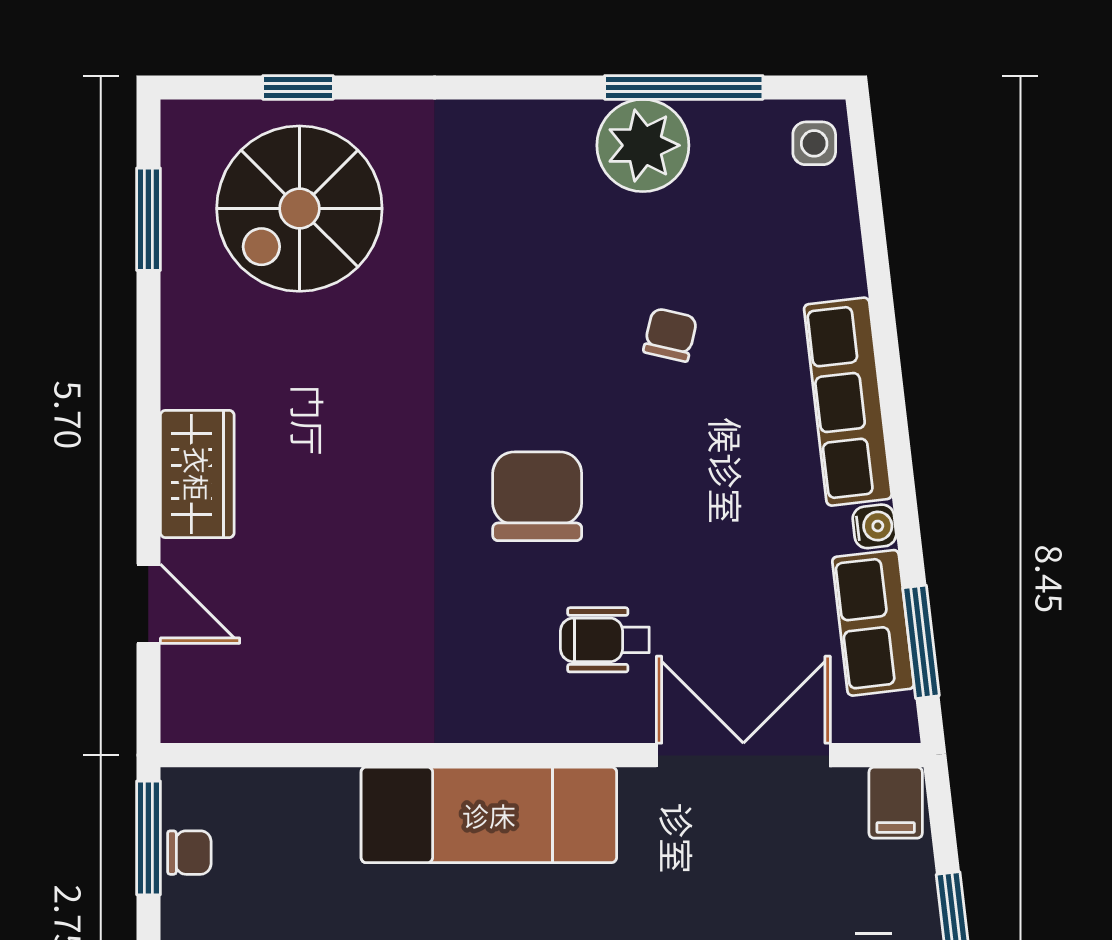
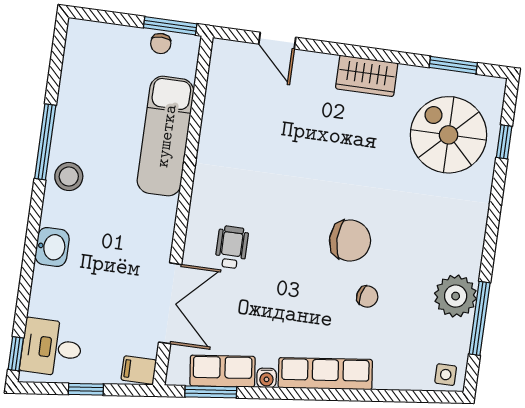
wardrobe: (197, 474) -> (367, 76), moved
chair: (537, 496) -> (350, 241), moved
door: (148, 604) -> (277, 41), hinge flipped
exam couch: (489, 815) -> (166, 136), moved

